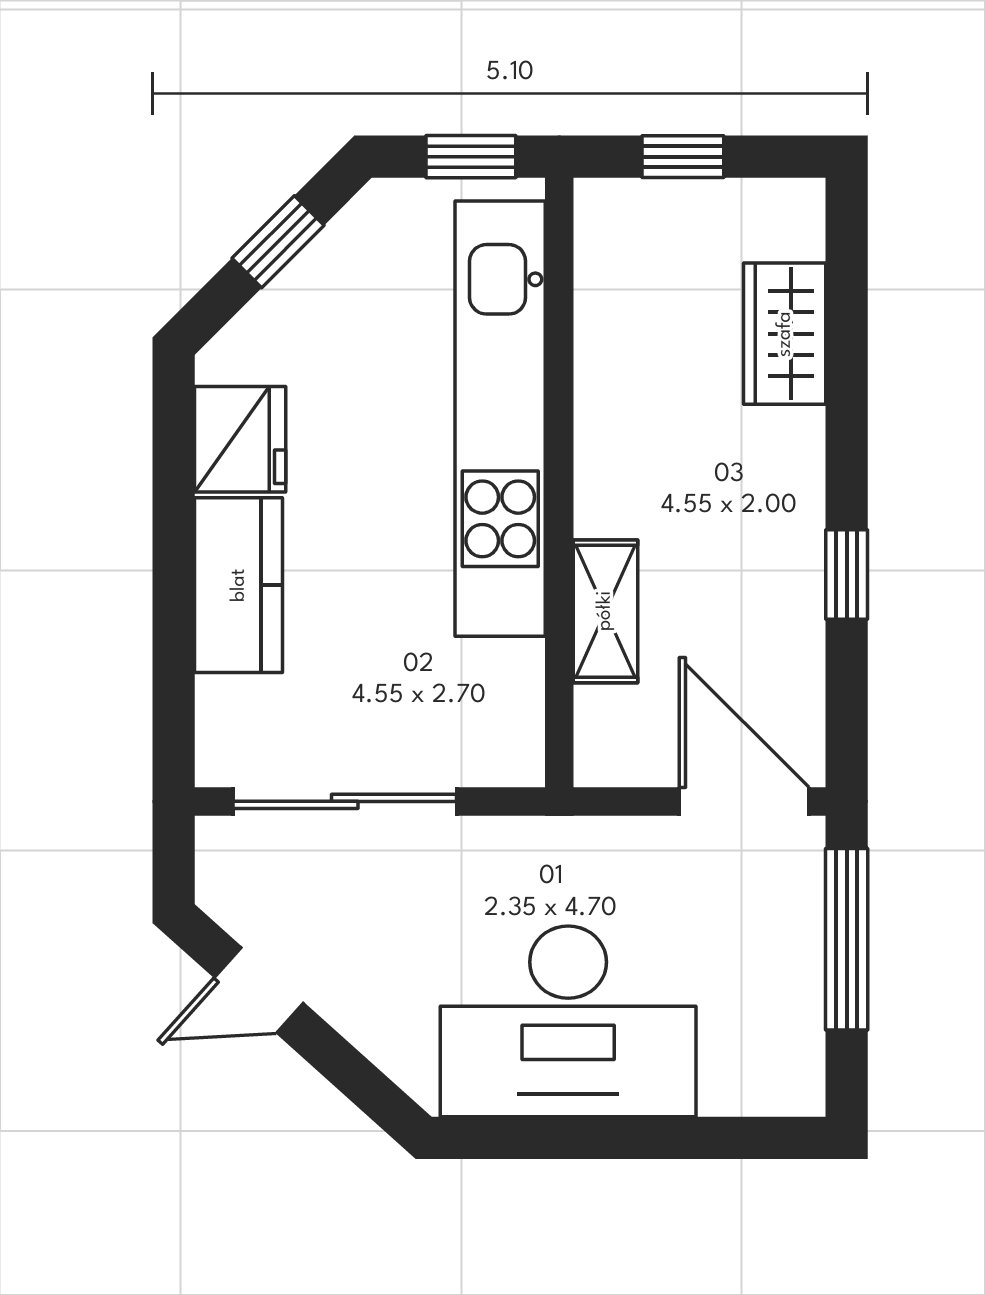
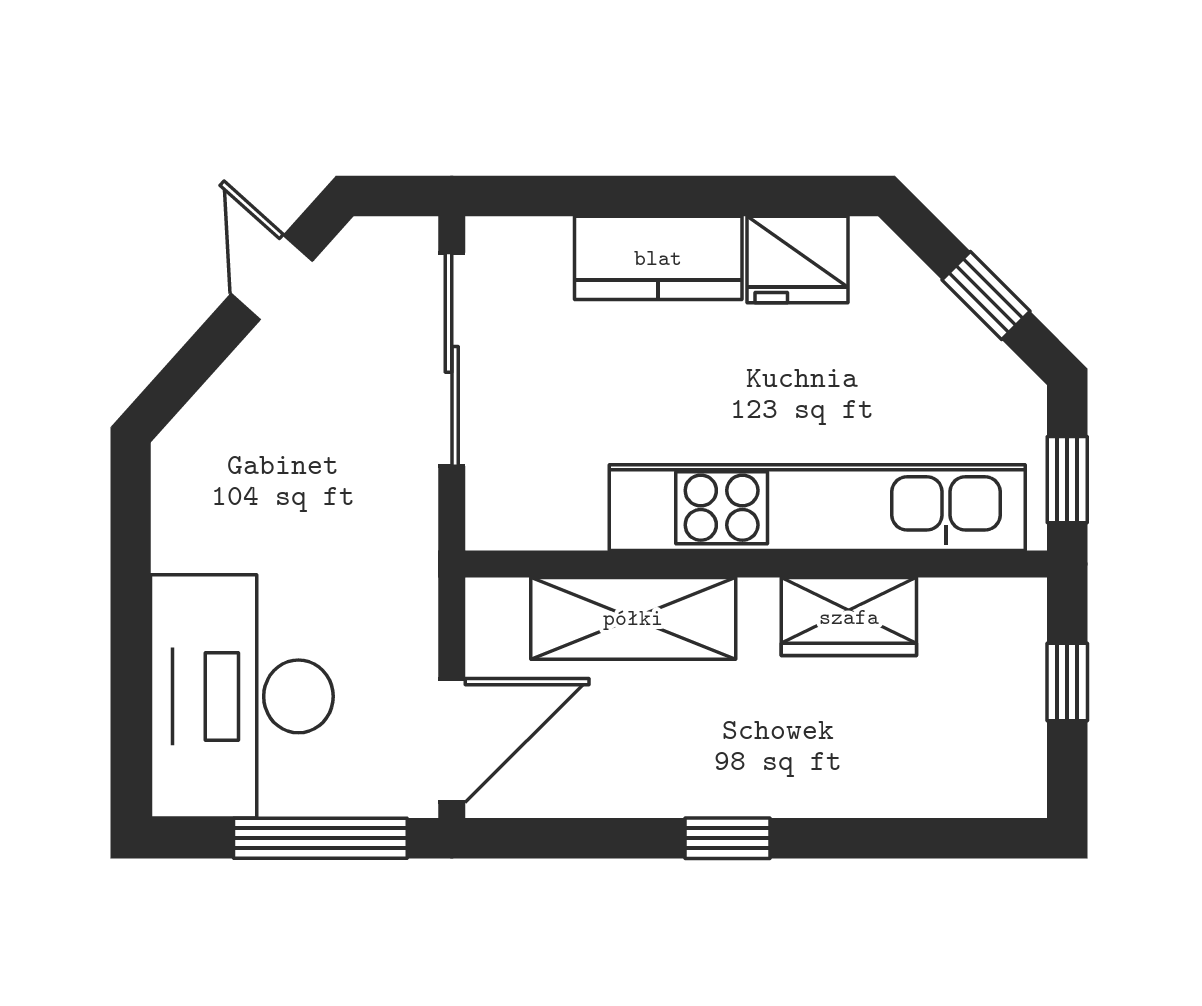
wardrobe: (785, 334) -> (849, 617), moved, turned 180
window: (847, 574) -> (728, 838), moved
shelving: (605, 611) -> (633, 618), width x1.50, depth x1.33
desk: (568, 1021) -> (242, 696), moved

